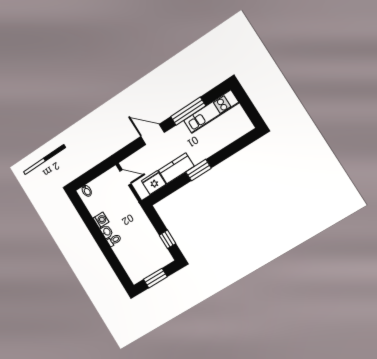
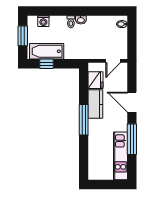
door: (153, 134) -> (132, 102), swing flipped
window: (199, 170) -> (84, 120), width x1.44
washing machine: (101, 220) -> (43, 21), moved
bathtub: (156, 246) -> (47, 51), added

